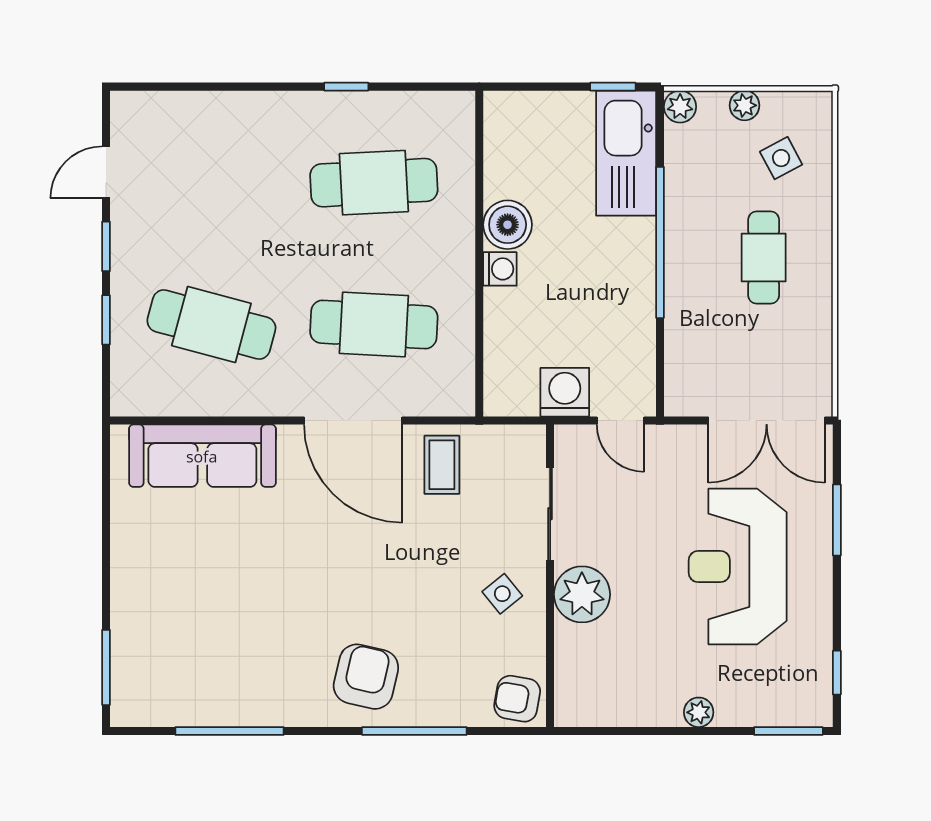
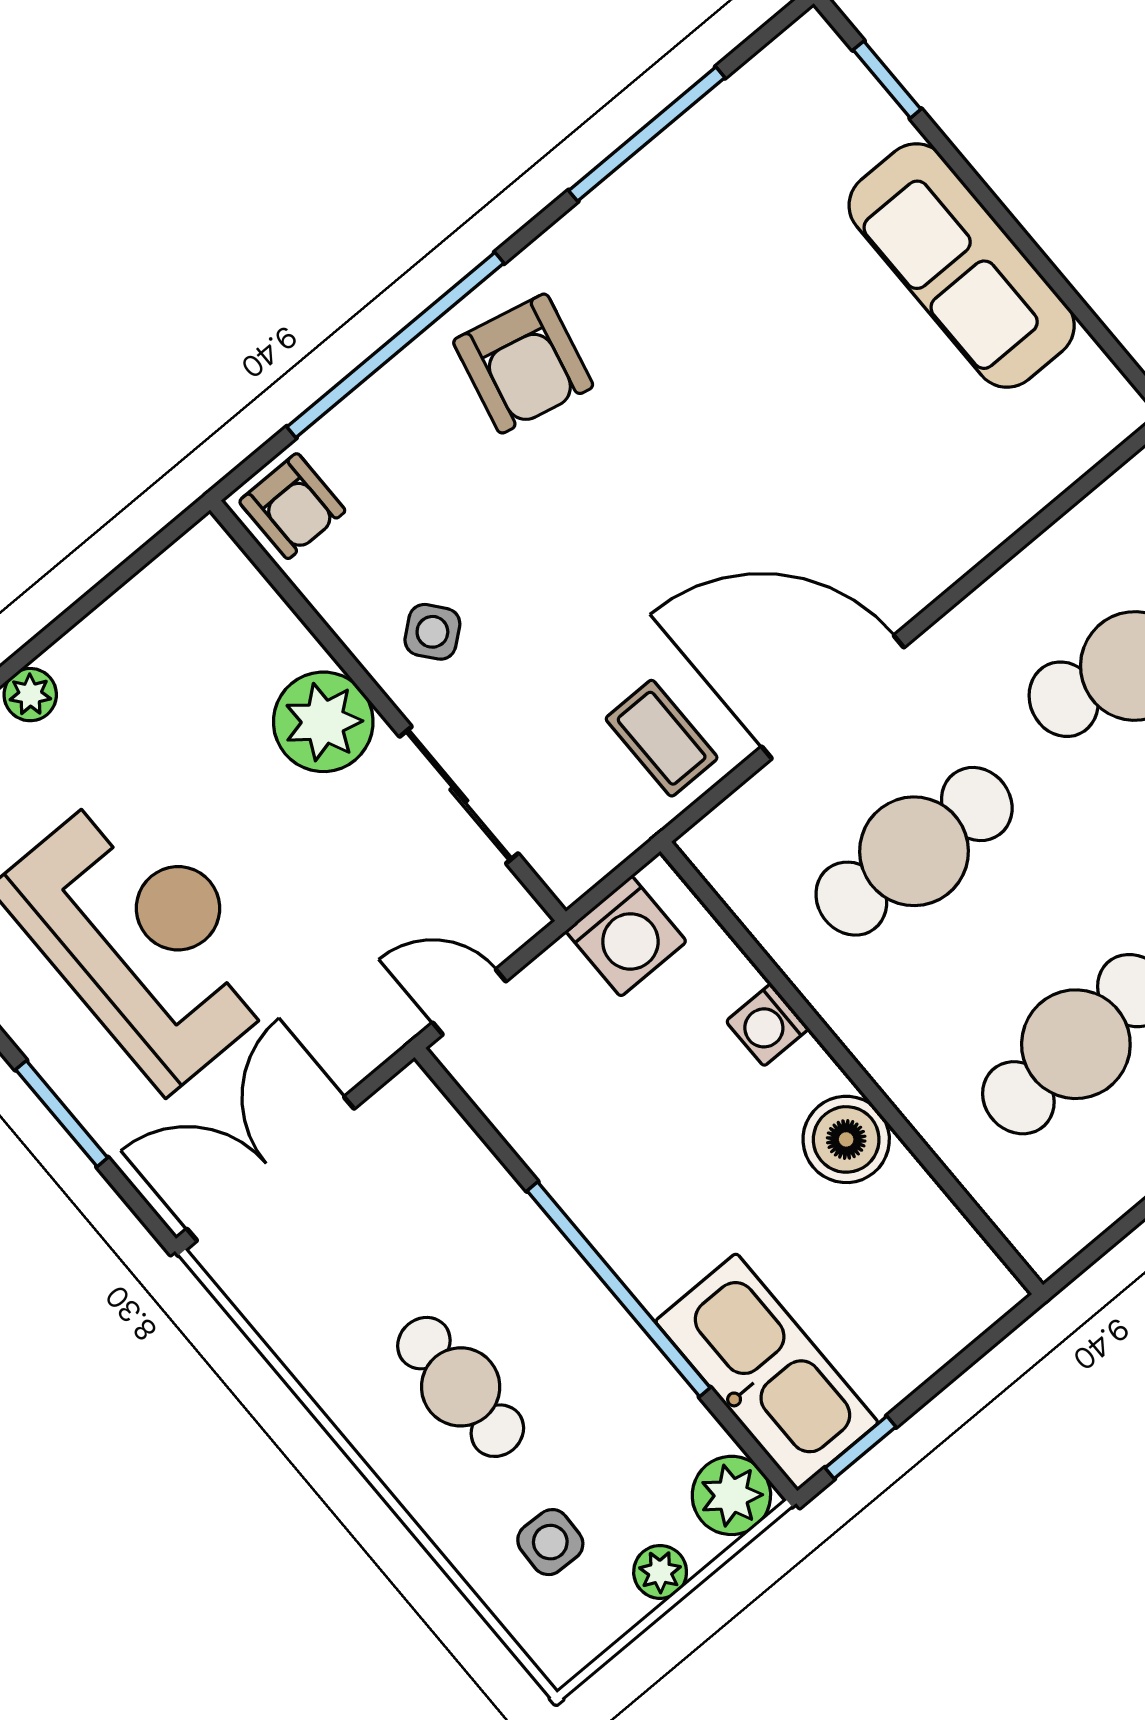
plant: (680, 107) -> (731, 1495), width x1.38, depth x1.38
side table: (781, 158) -> (550, 1542), turned 30
washing machine: (500, 269) -> (768, 1025), moved
washing machine: (565, 392) -> (626, 936), moved
sofa: (202, 456) -> (962, 265), moved, turned -90
window: (106, 667) -> (887, 80), width x0.67
armchair: (517, 699) -> (292, 506), turned 80
window: (414, 731) -> (395, 345), width x1.46

